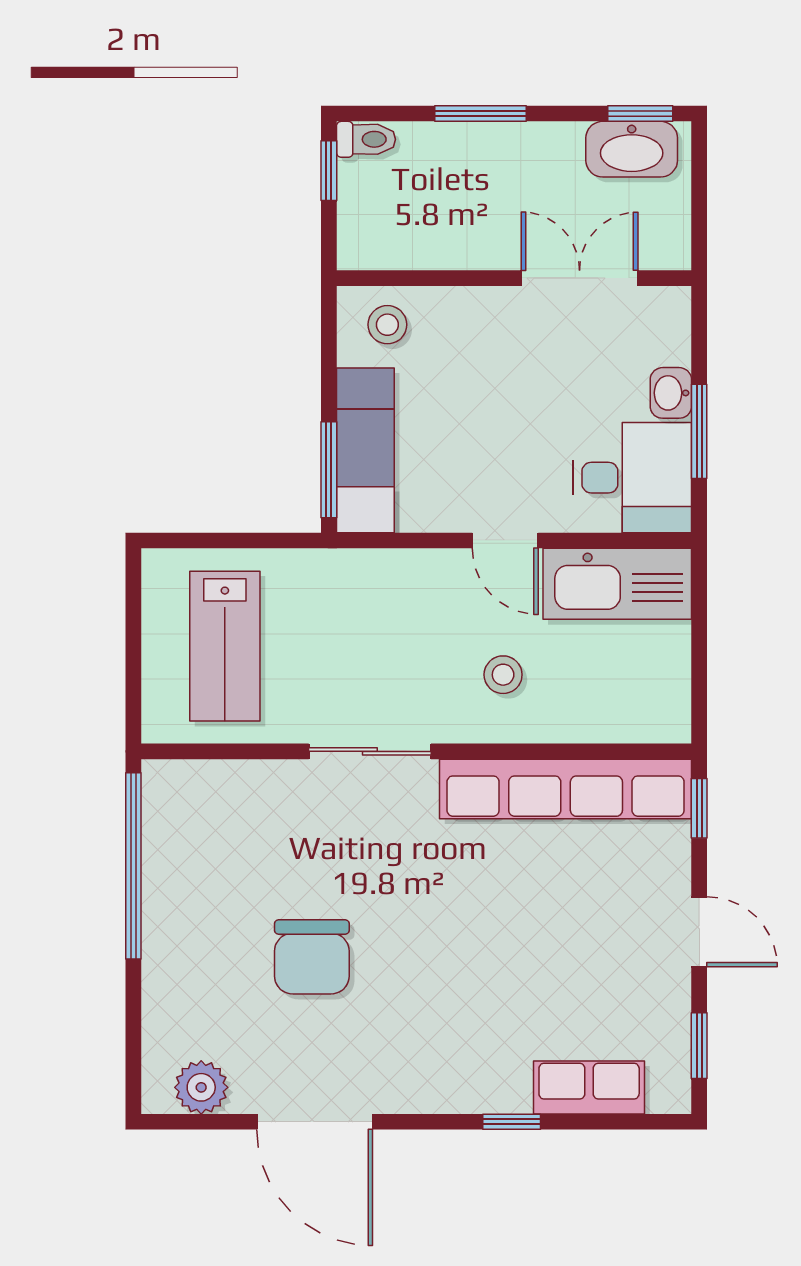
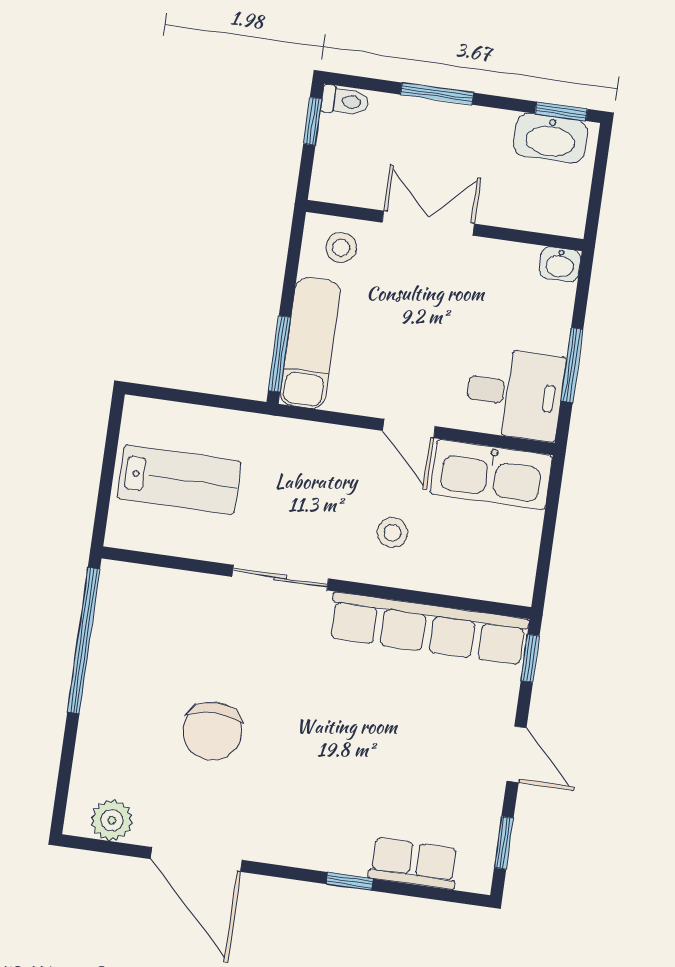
double door: (580, 278) -> (428, 223), moved
washbasin: (671, 393) -> (560, 264), moved, turned -90
lab bench: (225, 646) -> (179, 480), turned -90

